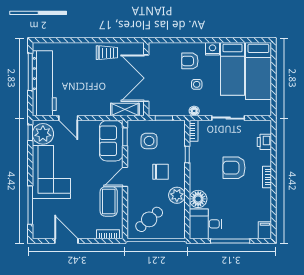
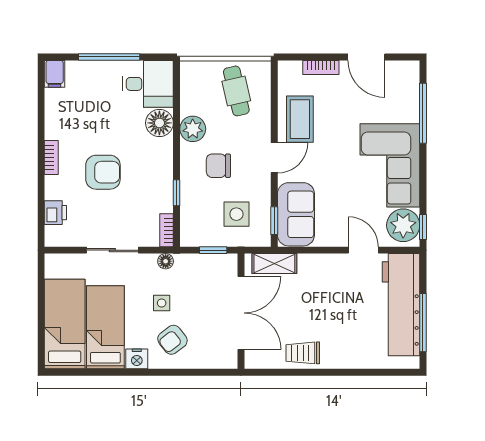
armchair: (190, 61) -> (172, 340), turned 142
cafe table: (149, 219) -> (236, 91), turned -62
bookcase: (108, 234) -> (321, 67), moved

